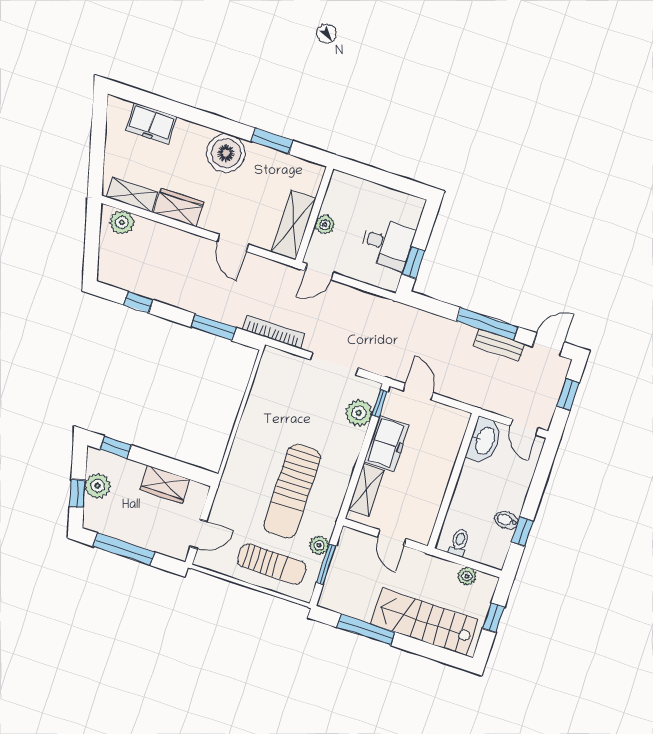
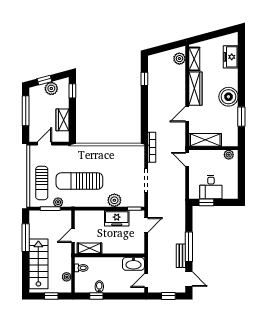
wardrobe: (179, 208) -> (195, 89), width x1.50
plant: (325, 225) -> (229, 155), moved
window: (214, 327) -> (144, 118), removed
plant: (359, 413) -> (114, 200), moved
shelving: (366, 490) -> (90, 248), moved
door: (198, 534) -> (44, 144), swing flipped

